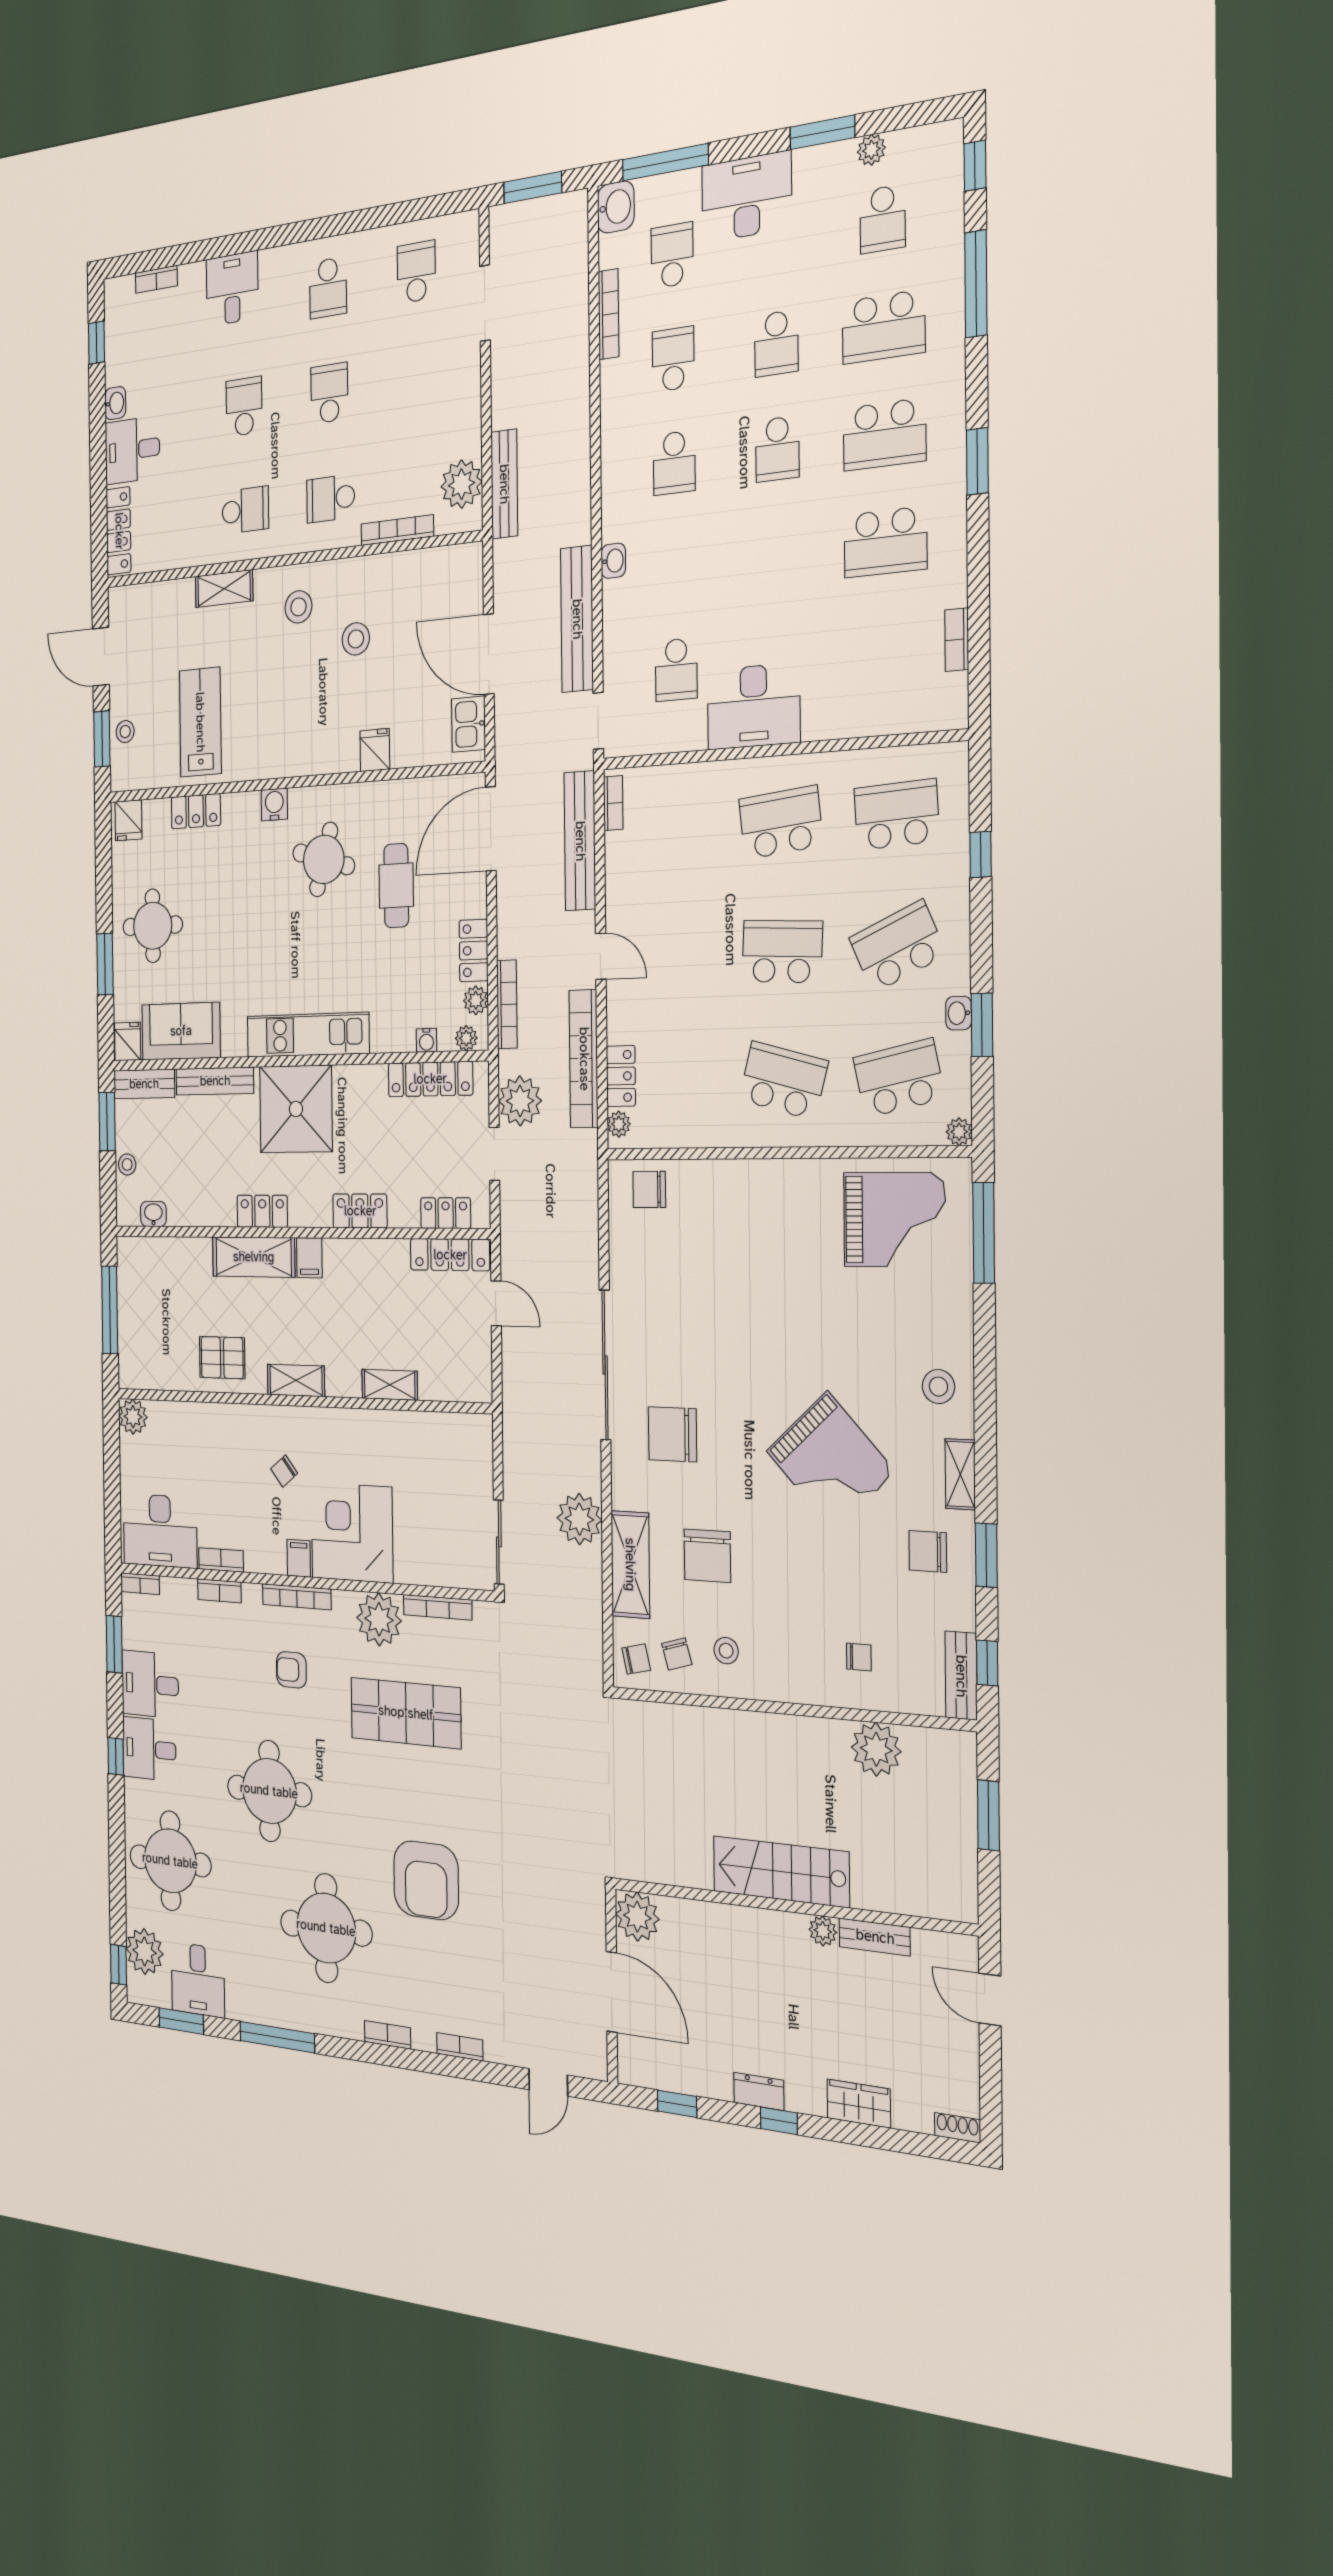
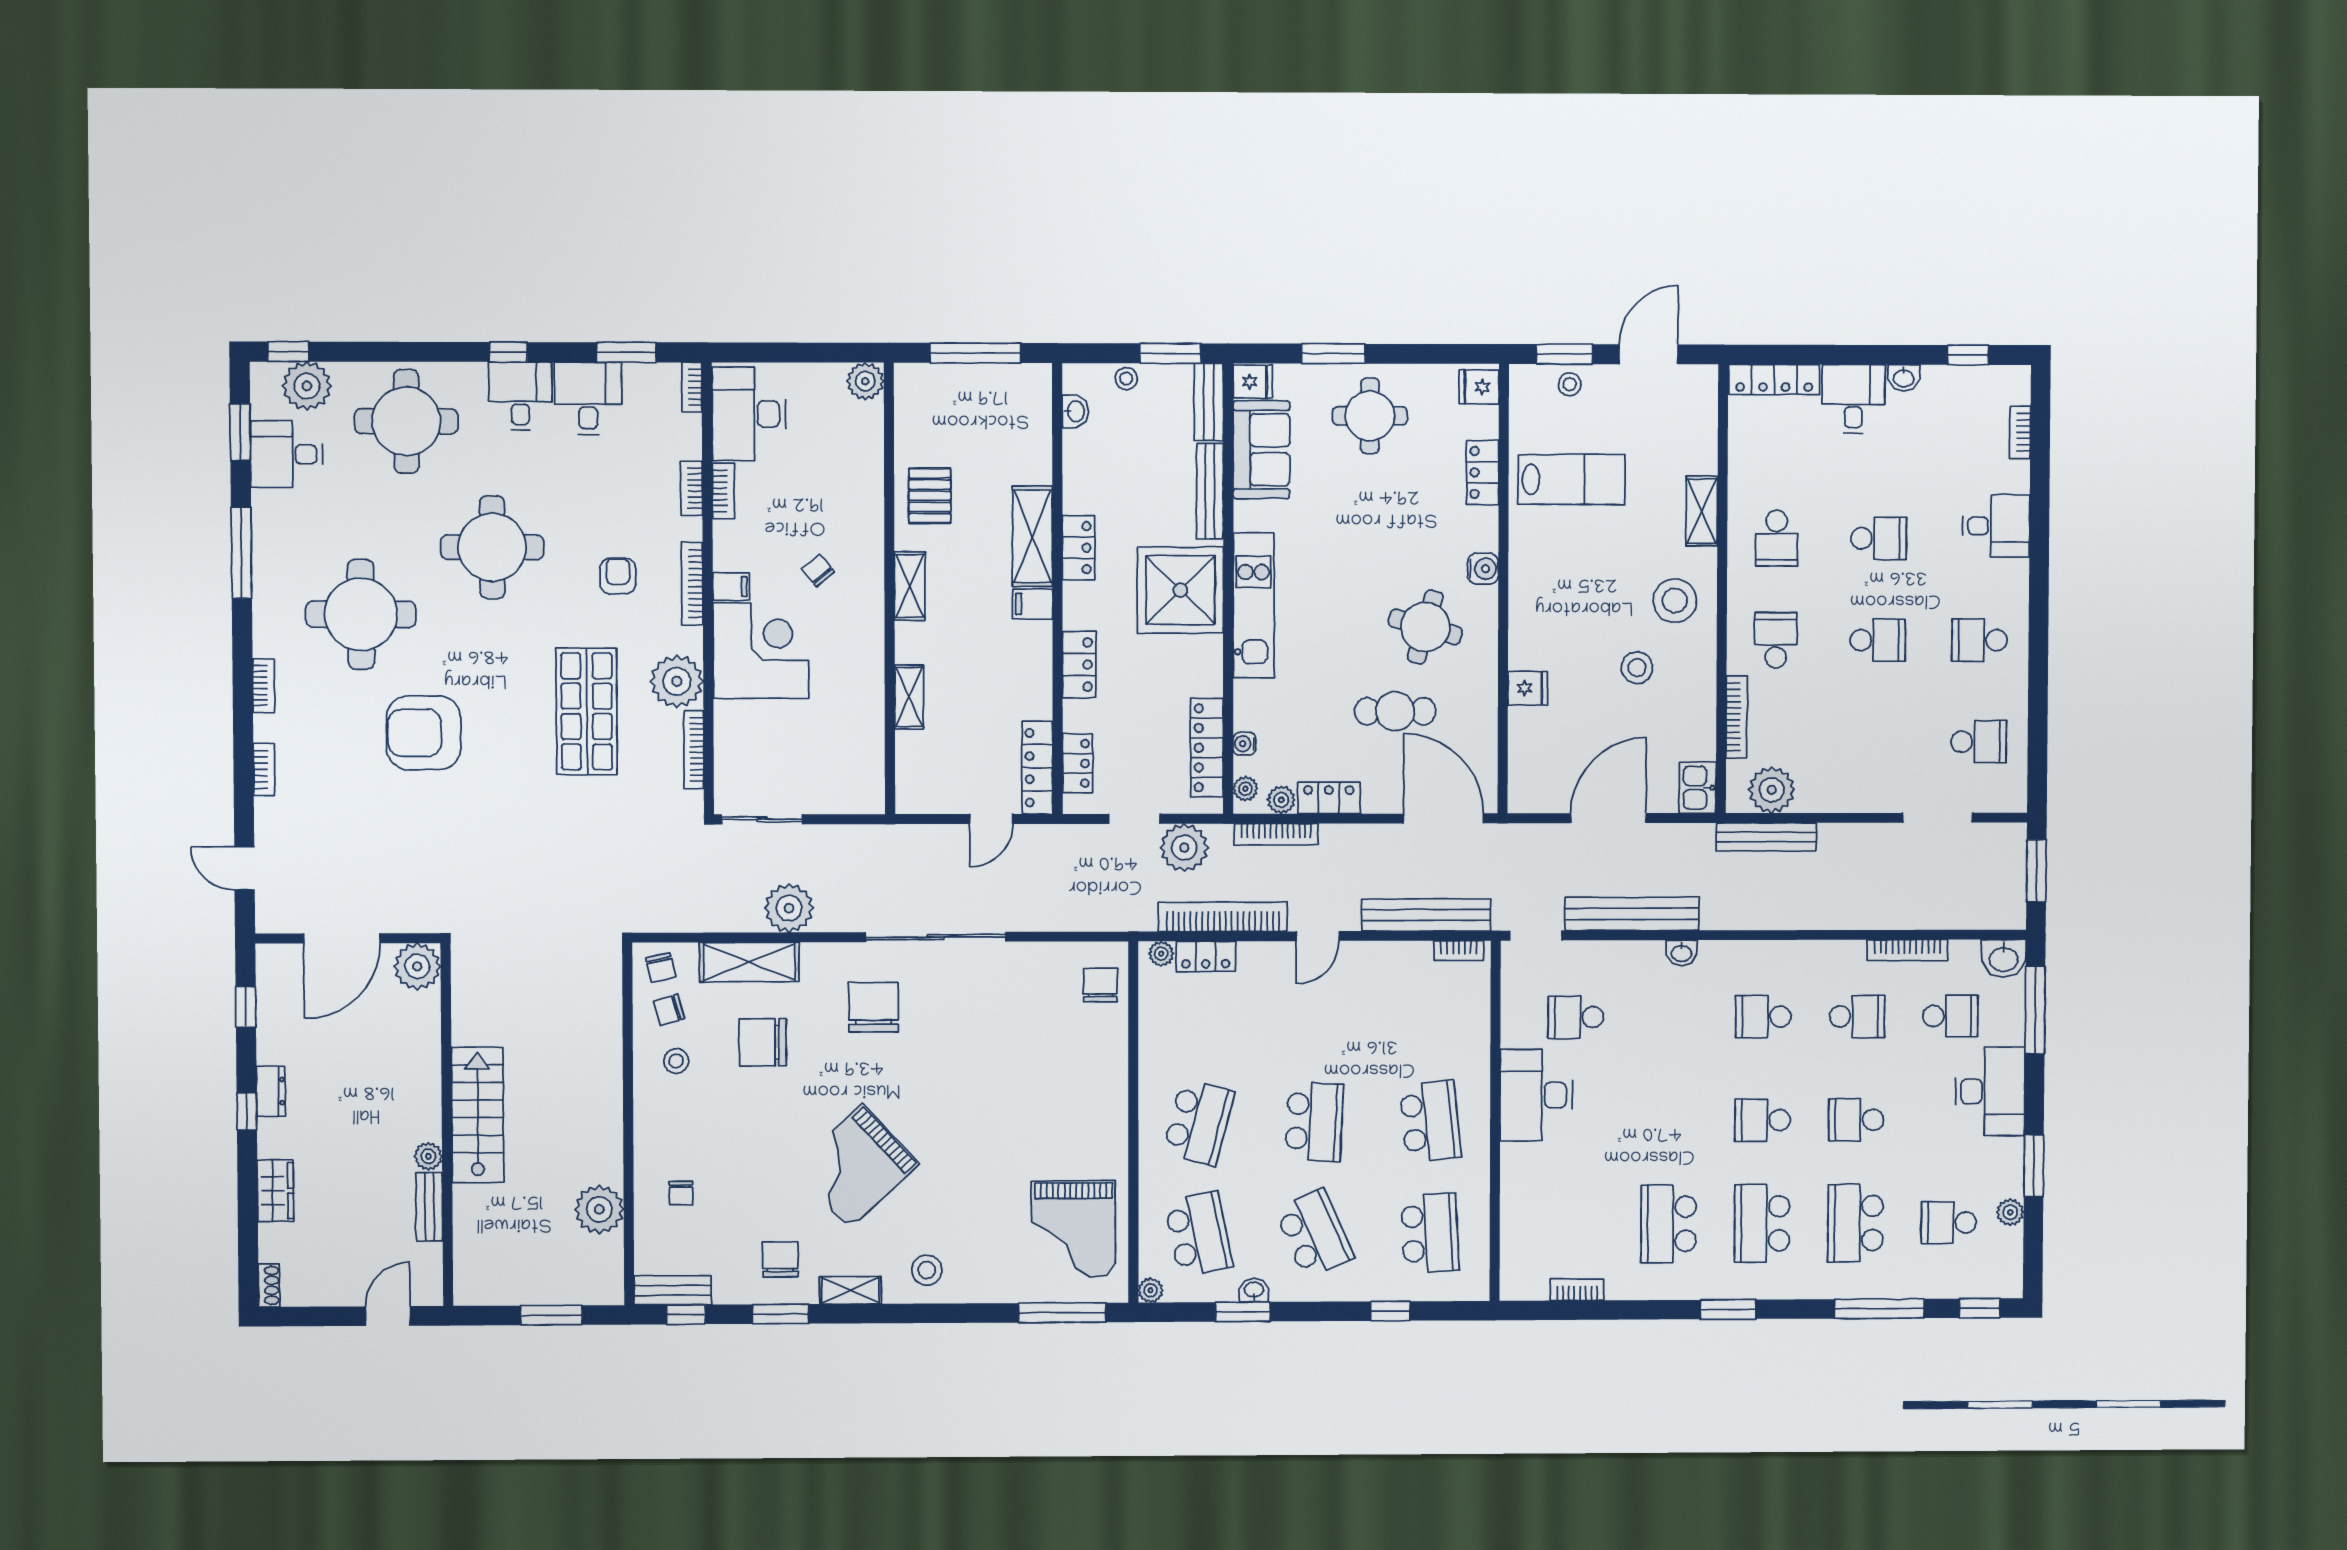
stool: (298, 607) -> (1675, 601), width x1.38, depth x1.38
kitchen sink: (469, 724) -> (1698, 788), moved, turned -90

